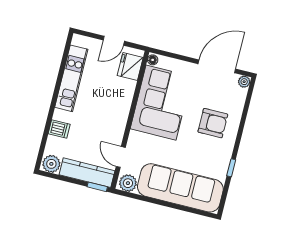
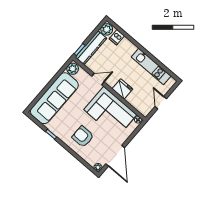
fridge: (130, 66) -> (122, 89), moved
armchair: (213, 123) -> (83, 137), turned 90
dishwasher: (59, 129) -> (117, 37), moved
door: (121, 157) -> (98, 79), moved

